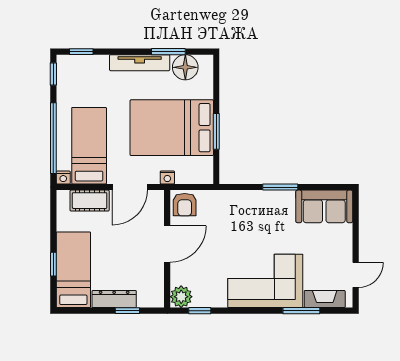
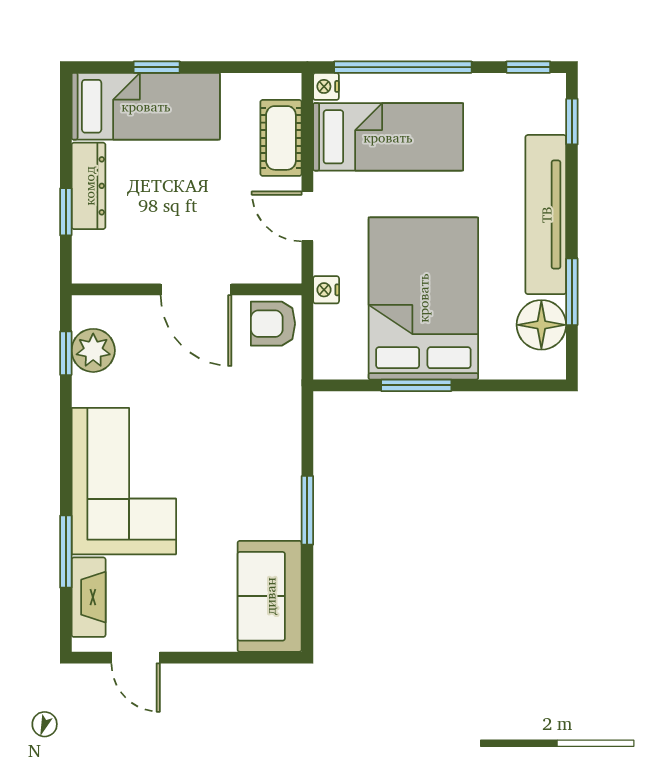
tv unit: (140, 63) -> (546, 215), width x1.36, depth x1.29
door: (130, 187) -> (307, 216), width x0.73
plant: (181, 297) -> (93, 350), moved

